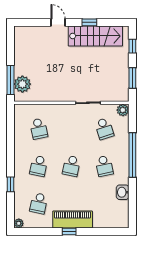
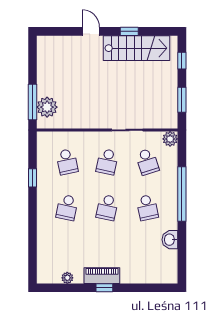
window: (11, 184) -> (33, 178), moved
school desk: (39, 203) -> (107, 162), moved
piano: (73, 219) -> (102, 276), width x0.73, depth x0.75
plant: (19, 223) -> (67, 278), moved

